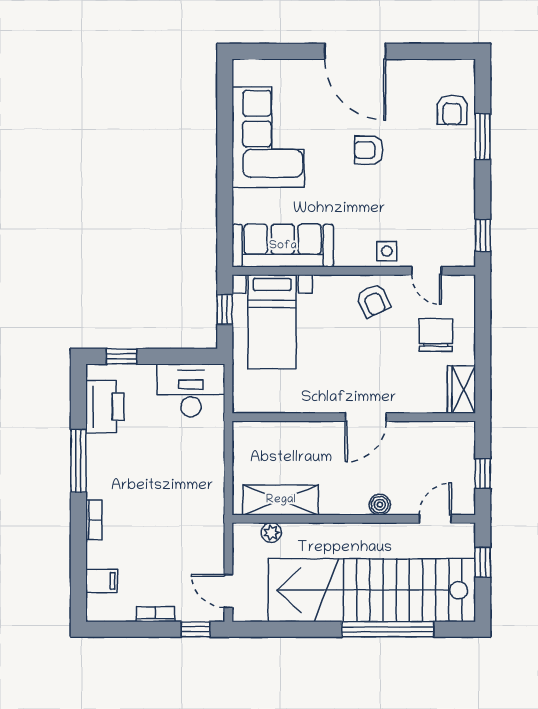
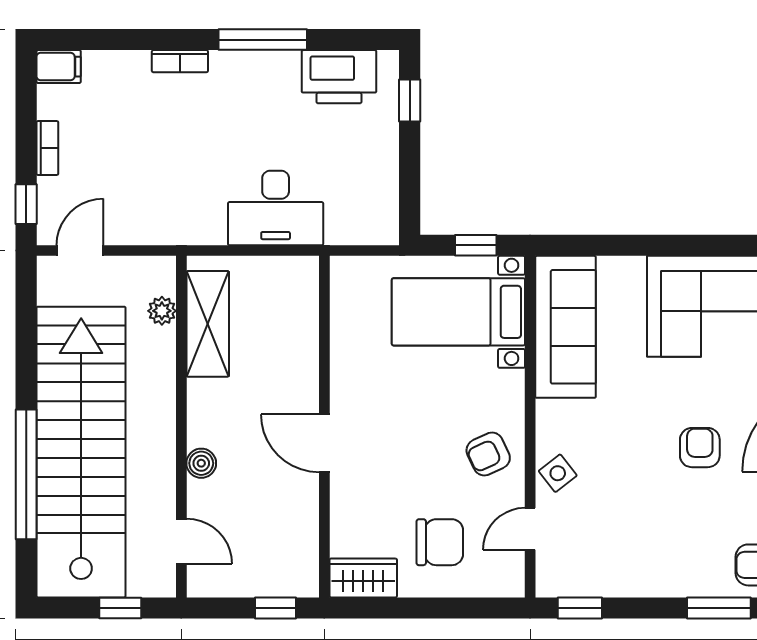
side table: (387, 251) -> (558, 473), turned -38
desk: (191, 390) -> (276, 208), moved, turned 90
window: (483, 474) -> (275, 608), moved
filing cabinet: (102, 581) -> (59, 67), moved, turned -90

